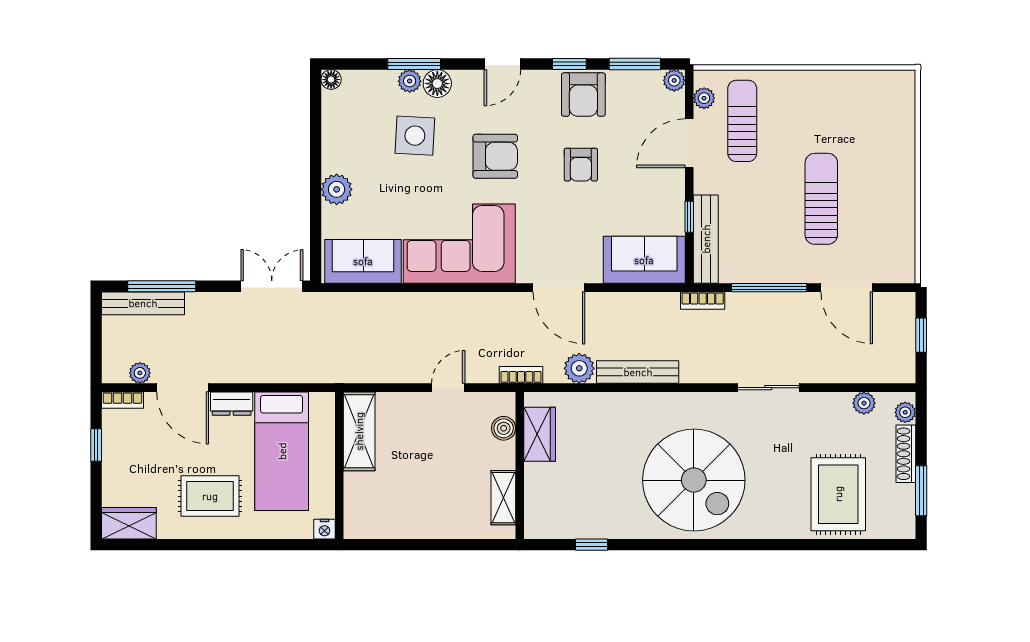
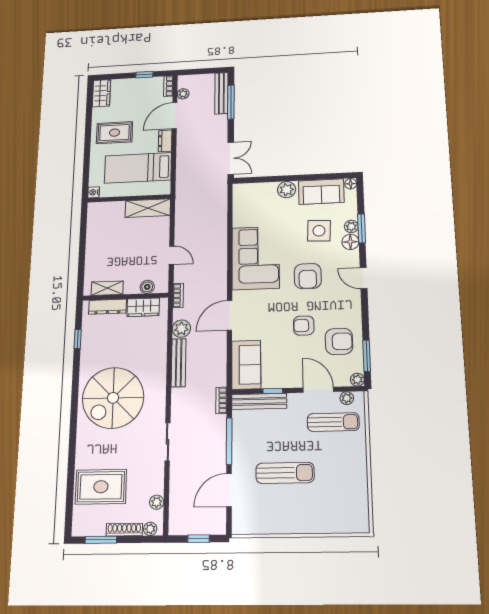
window: (569, 64) -> (365, 317), removed
armchair: (583, 95) -> (339, 341), moved, turned 180
sofa: (363, 261) -> (321, 192), moved, turned 90
rug: (210, 496) -> (115, 133), turned 90
dresser: (536, 496) -> (108, 307), added

